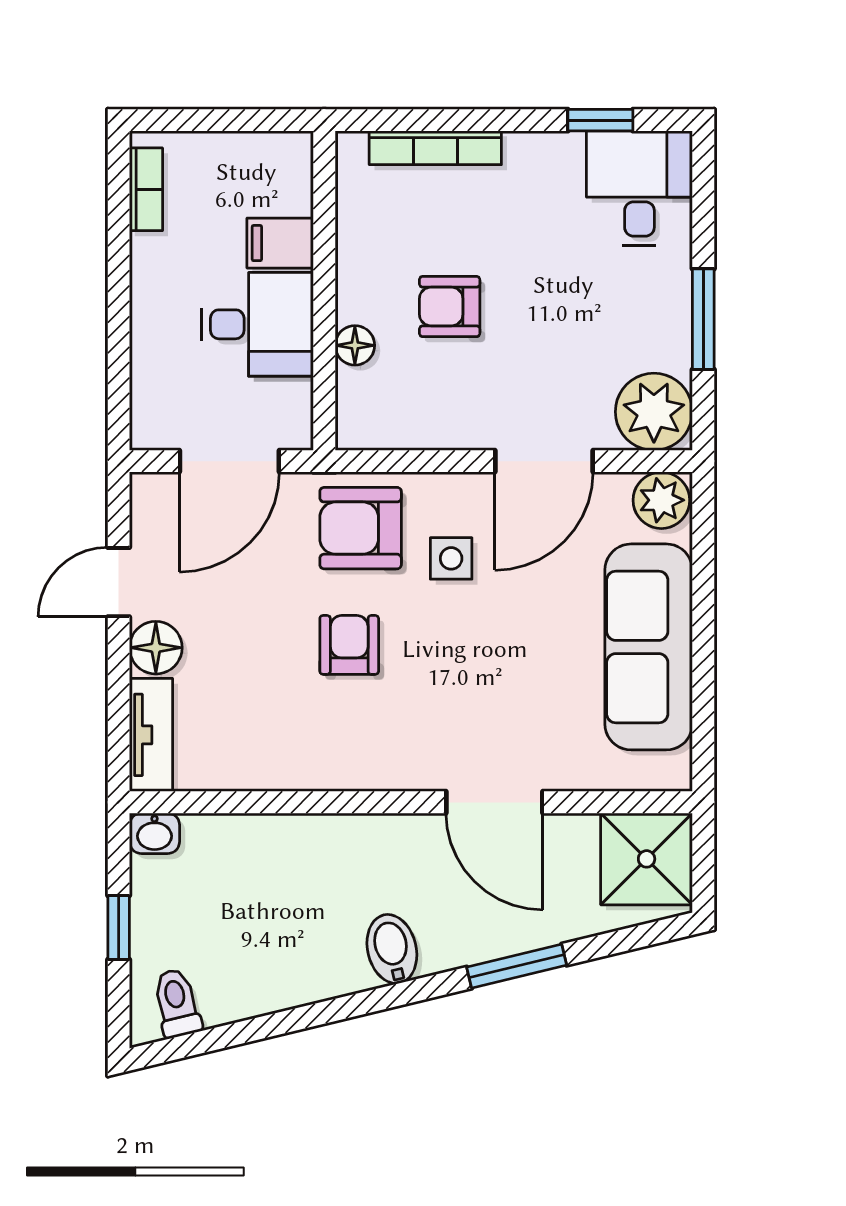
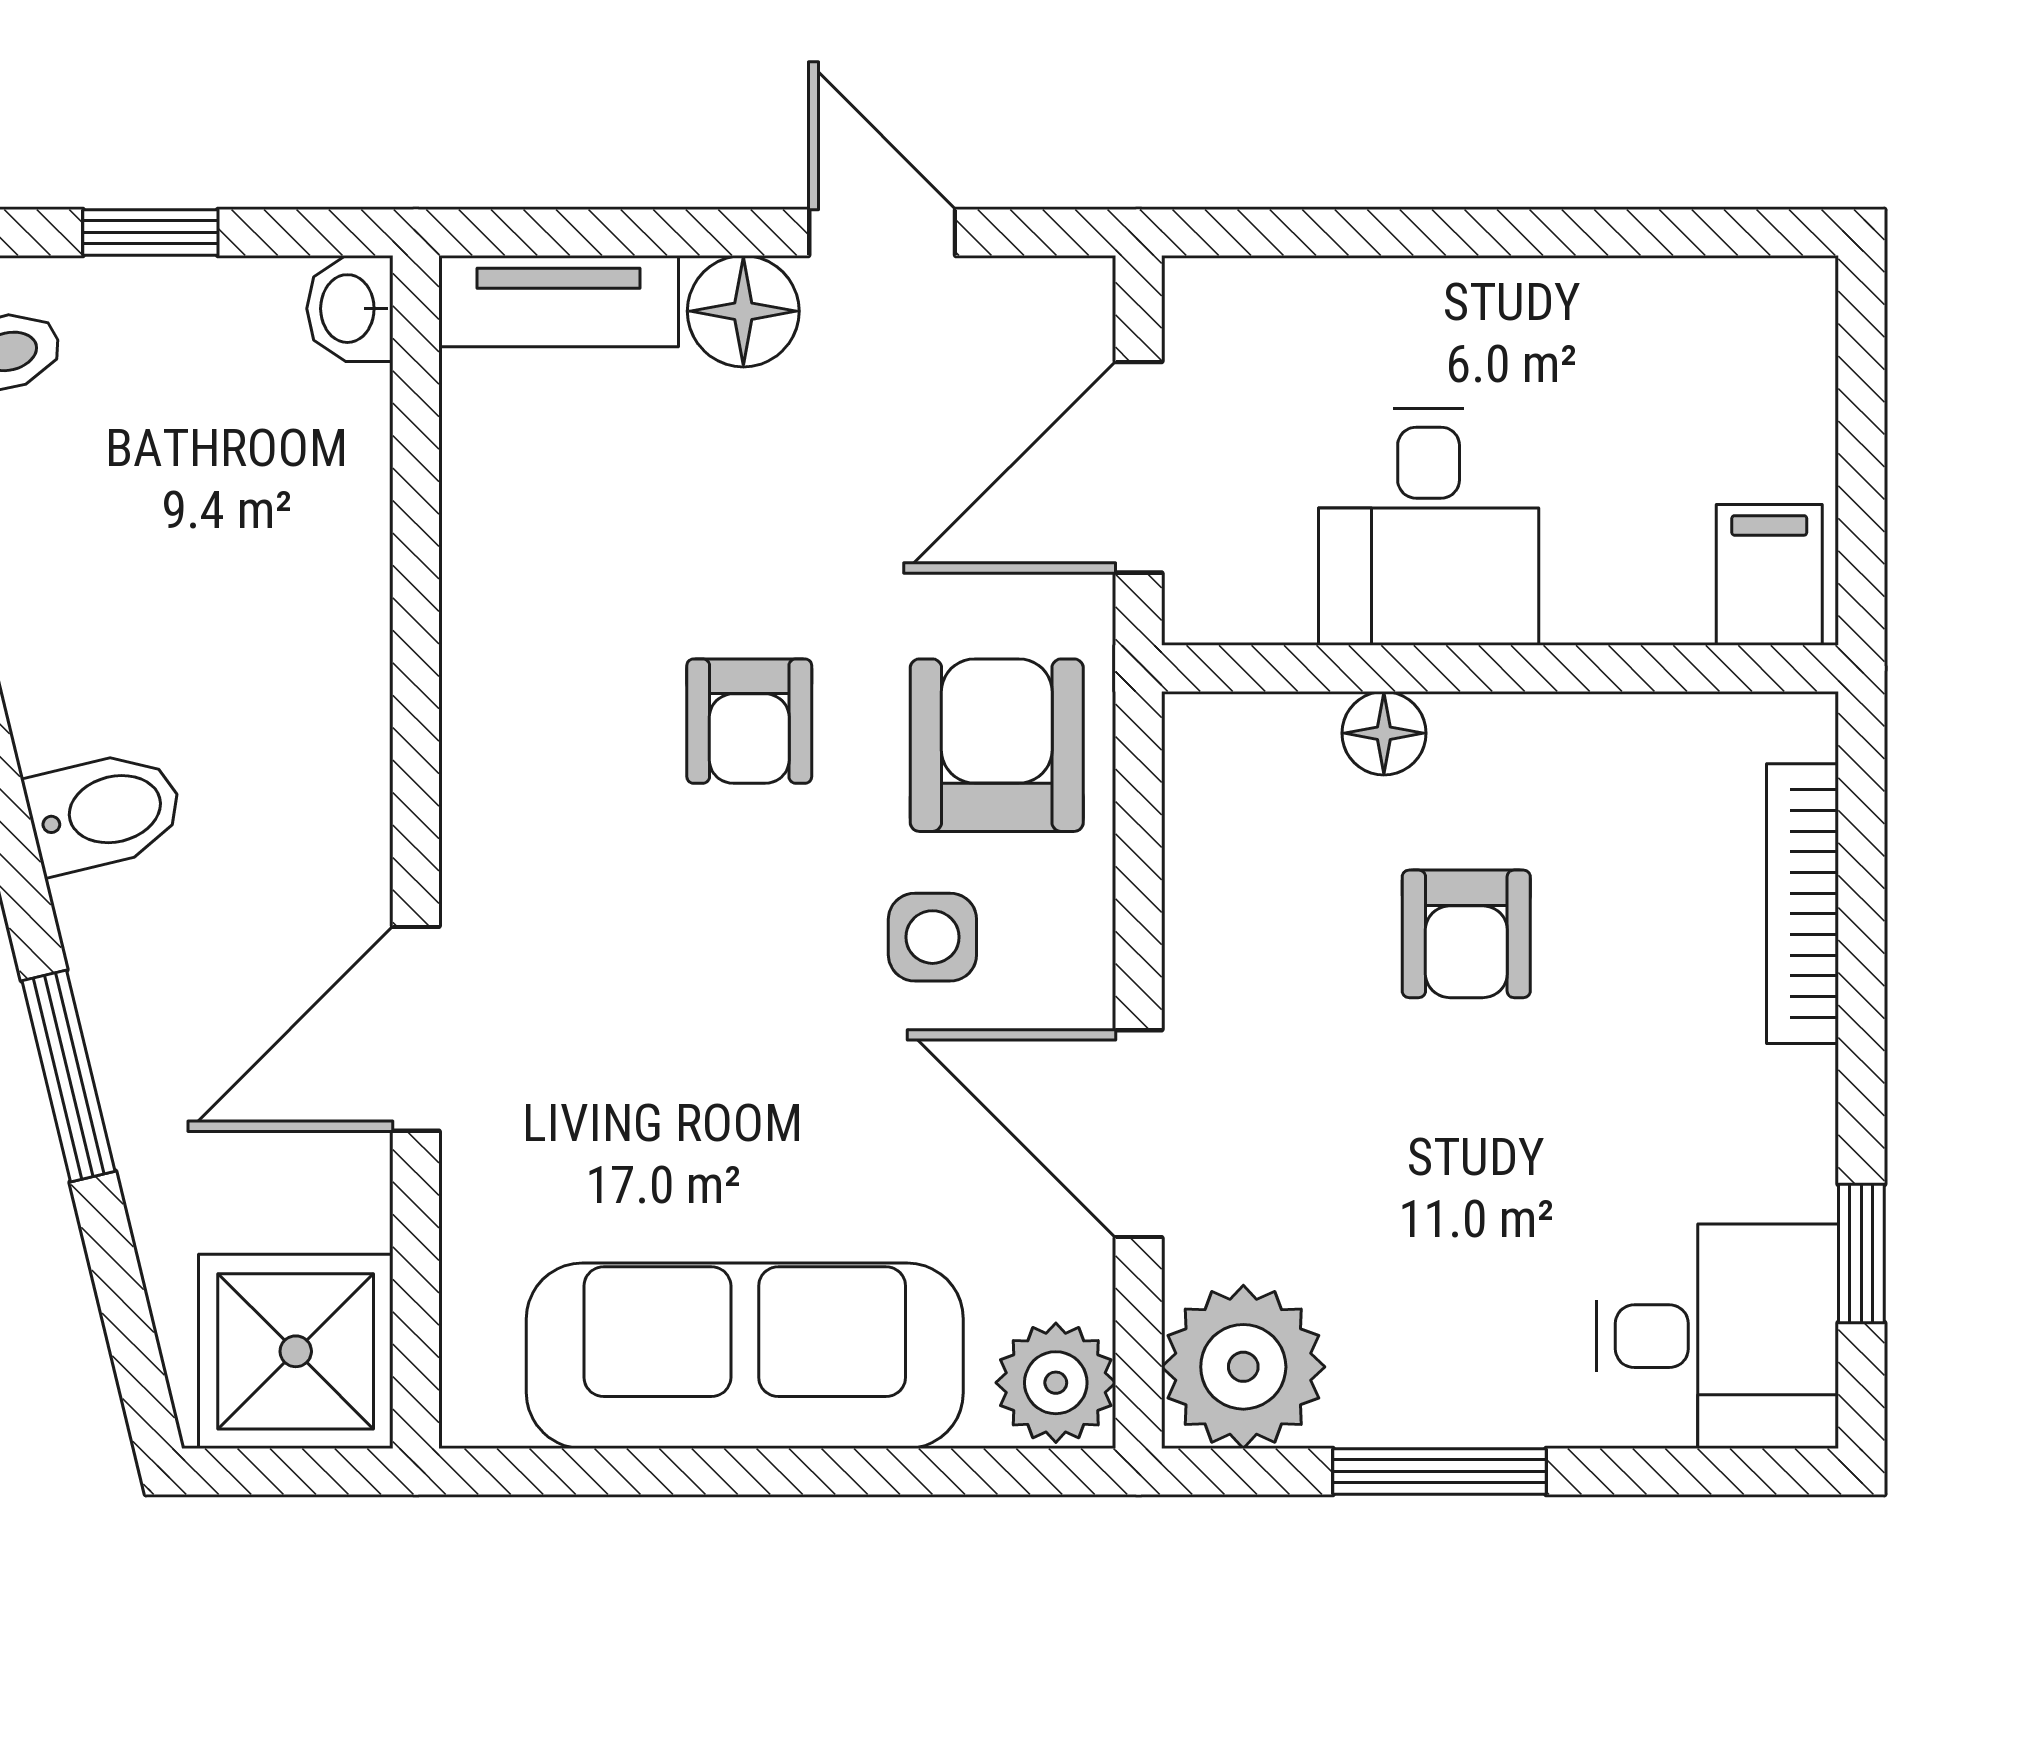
bookcase: (146, 189) -> (1715, 290), removed
filing cabinet: (280, 243) -> (1769, 575), moved
armchair: (450, 307) -> (1466, 934), turned 180
door: (229, 461) -> (1139, 467), hinge flipped
armchair: (349, 645) -> (749, 721), turned 90

